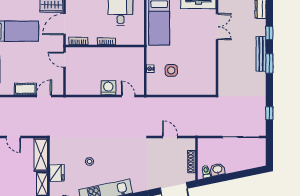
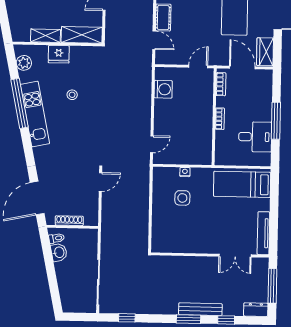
washing machine: (108, 88) -> (163, 89), moved
door: (170, 137) -> (100, 182), moved

